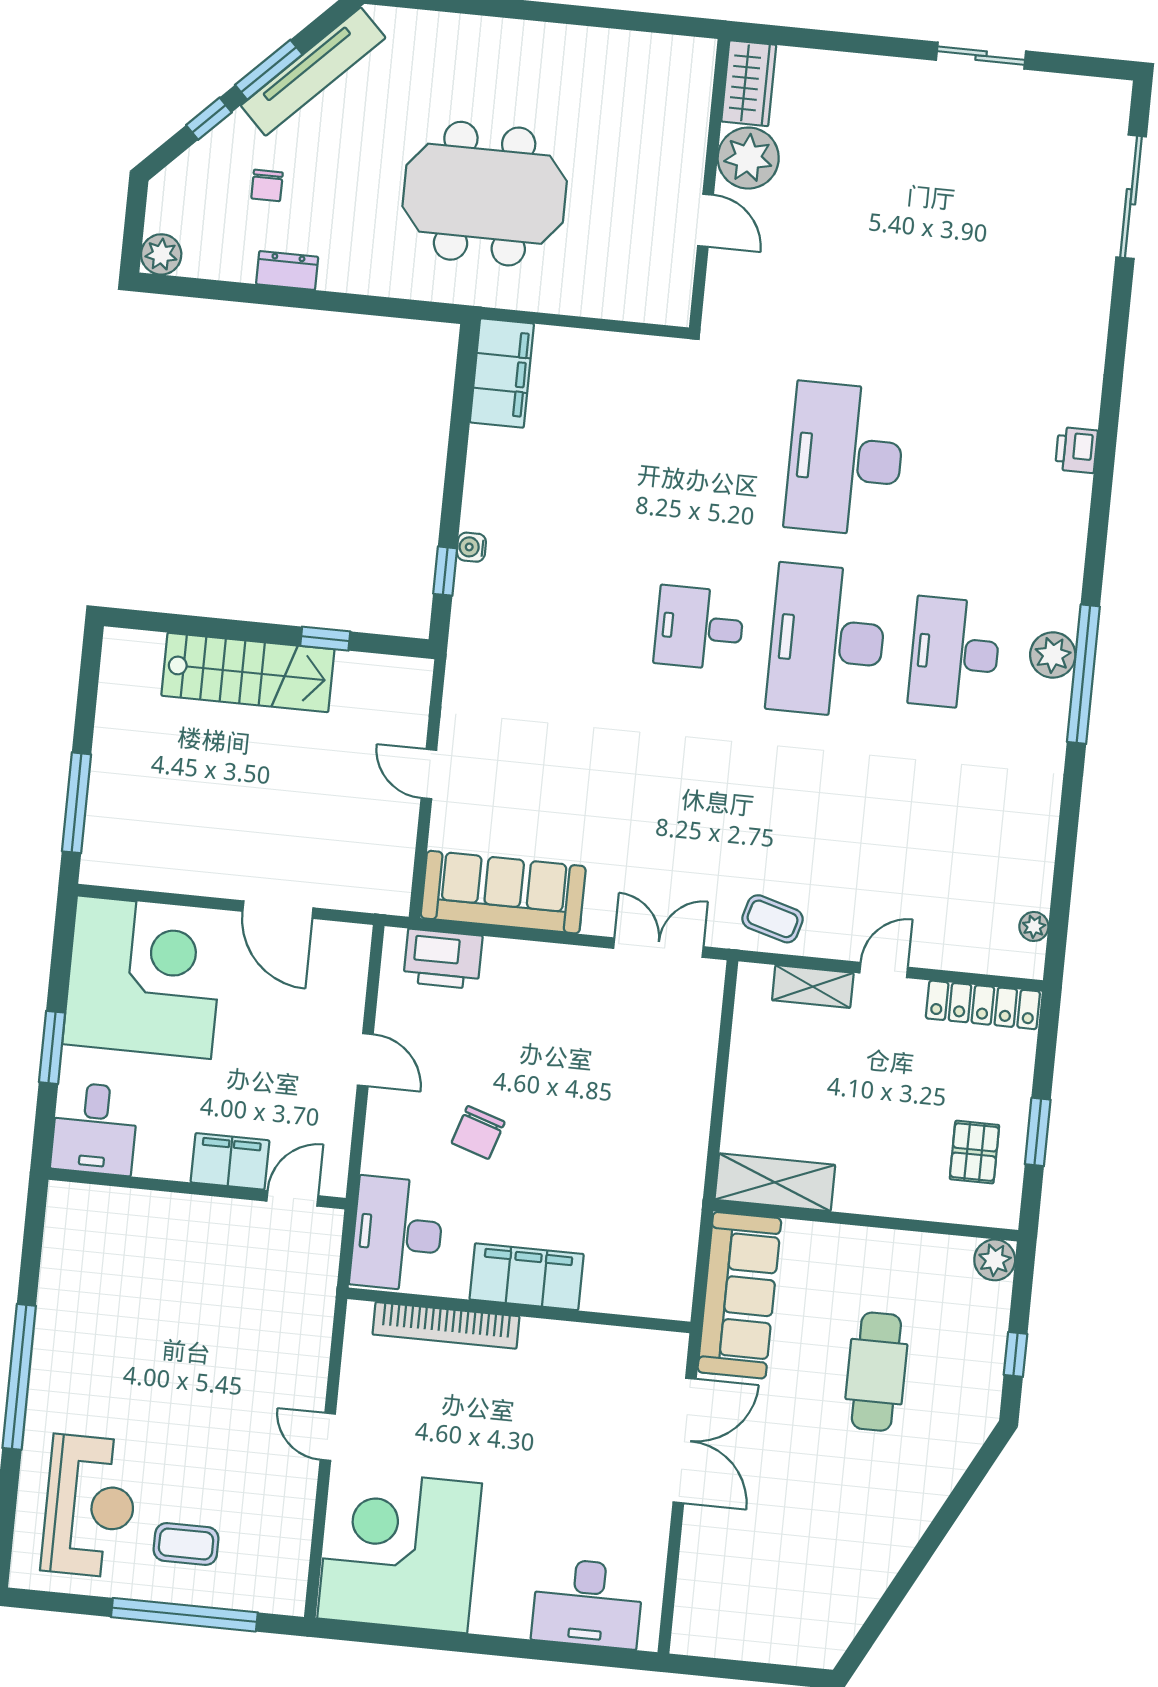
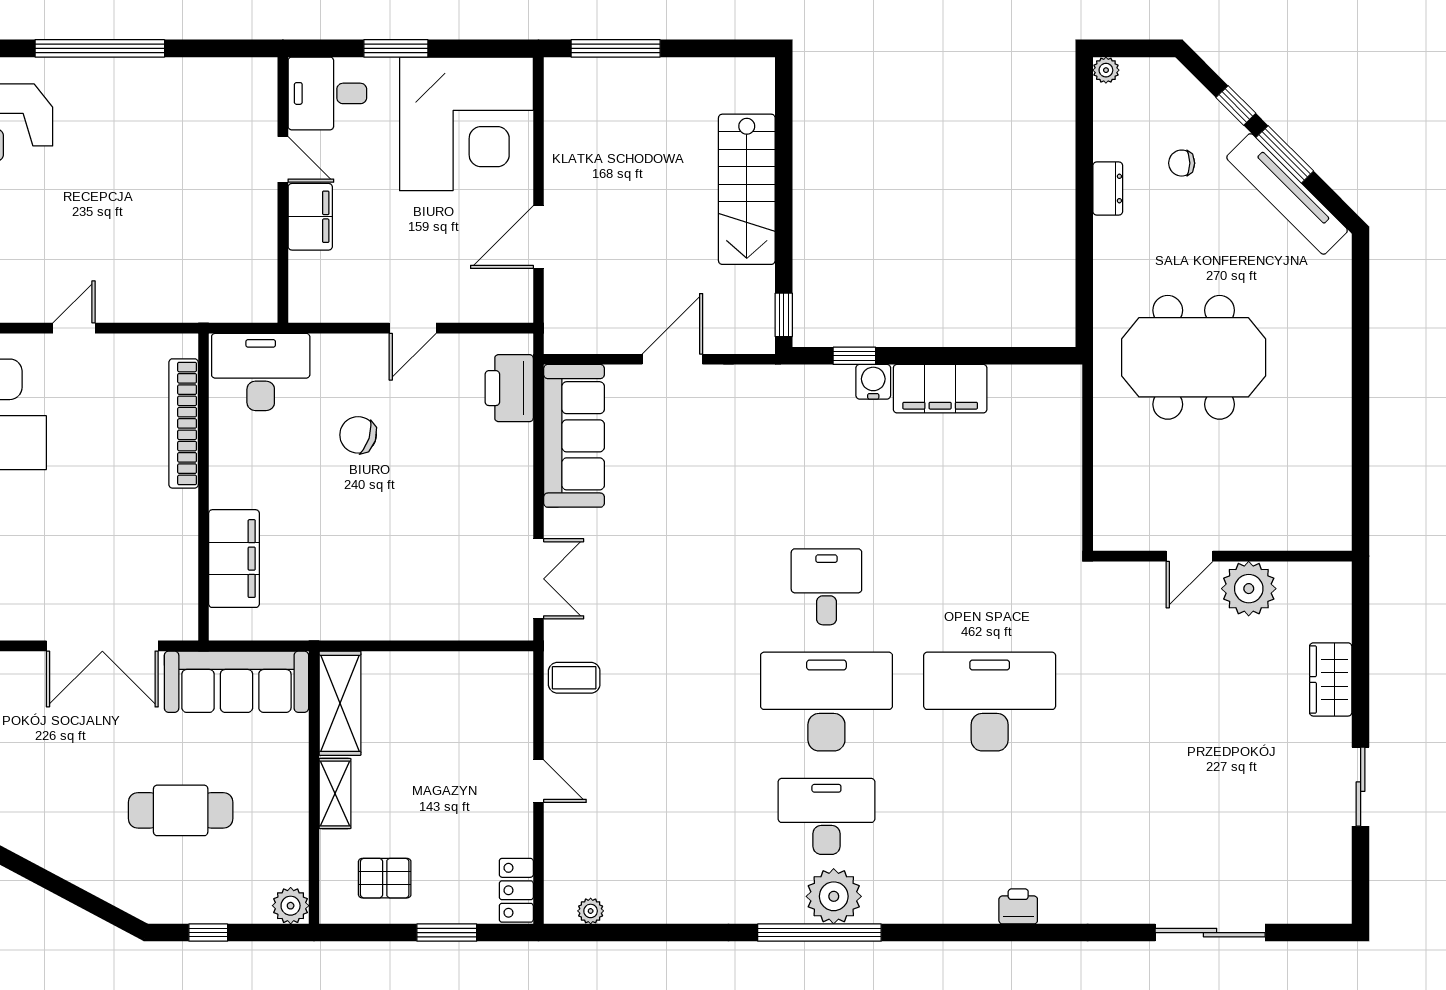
wardrobe: (749, 83) -> (1331, 679), moved, turned 90
meeting table: (485, 194) -> (1194, 357), turned 90
sliding door: (1131, 197) -> (1210, 933), moved
plant: (161, 254) -> (1106, 70), width x0.73, depth x0.73
filing cabinet: (502, 373) -> (940, 389), moved
water cooler: (471, 547) -> (873, 382), width x1.38, depth x1.38
window: (325, 639) -> (784, 315), moved
plant: (1053, 655) -> (834, 896), width x1.36, depth x1.36
door: (429, 774) -> (672, 359), width x1.37
coffee table: (772, 919) -> (574, 678), turned 74
shelving: (813, 987) -> (335, 793), moved
locker: (983, 1005) -> (516, 890), width x0.66
window: (1038, 1132) -> (447, 933), moved
door: (292, 1198) -> (283, 159), moved
filing cabinet: (527, 1277) -> (234, 559), moved

